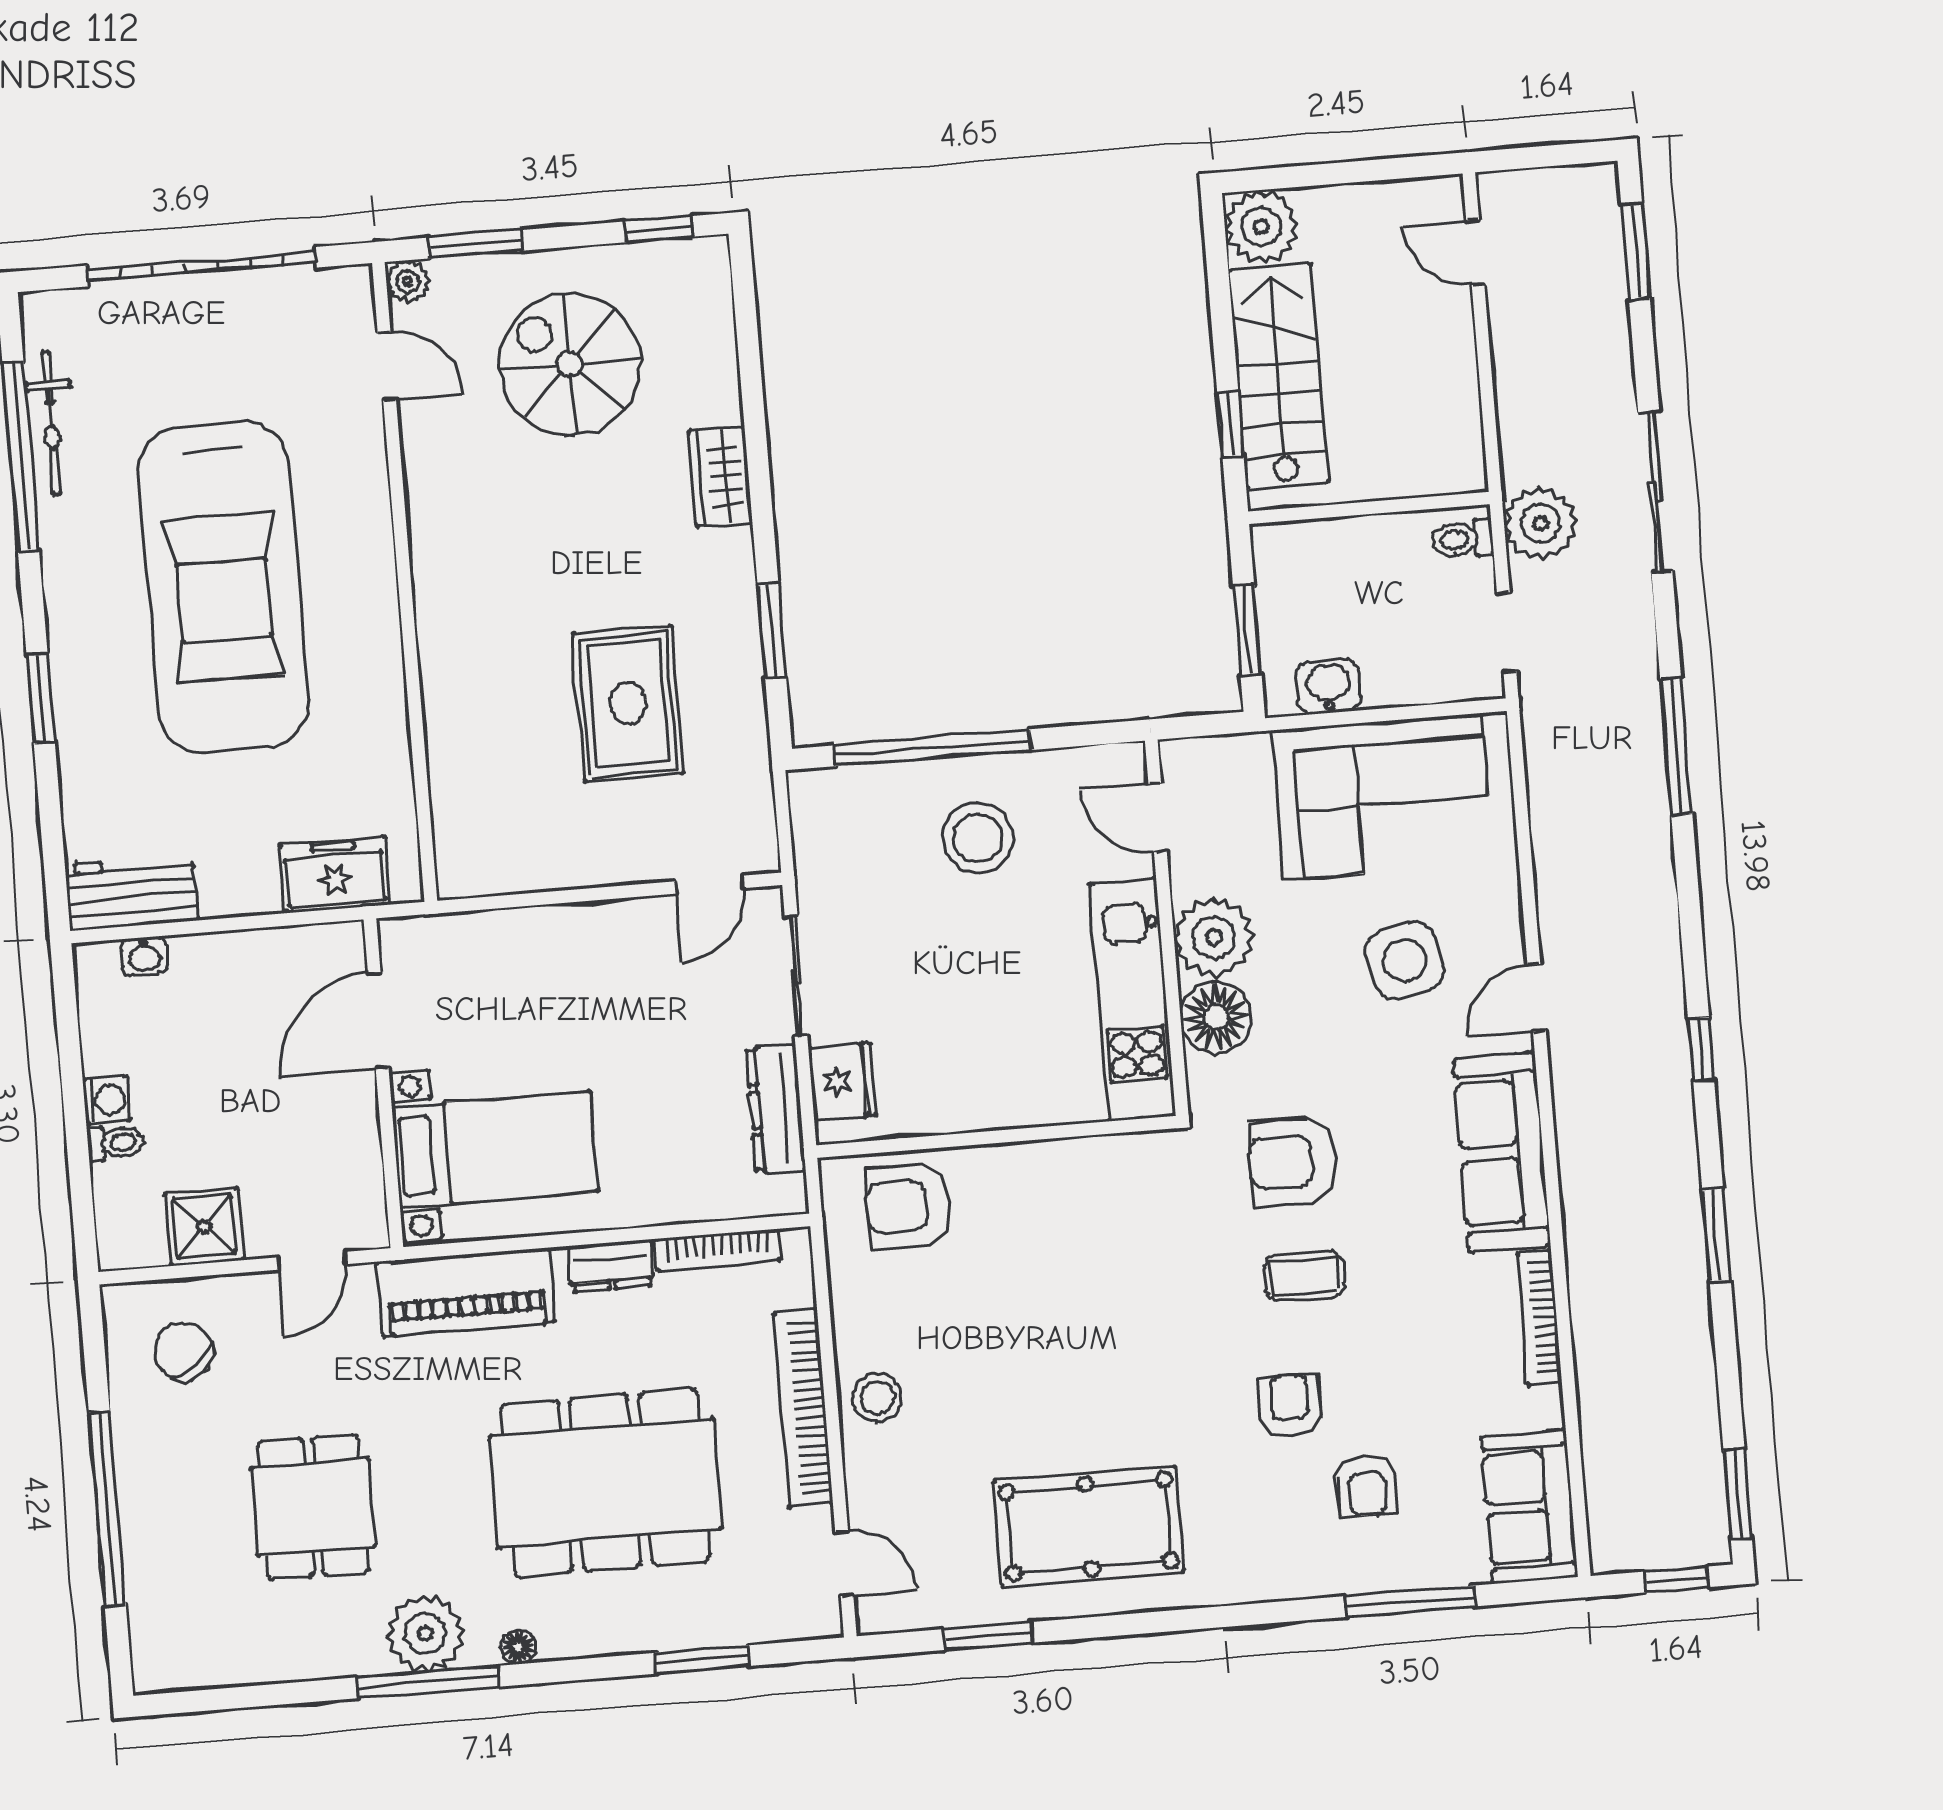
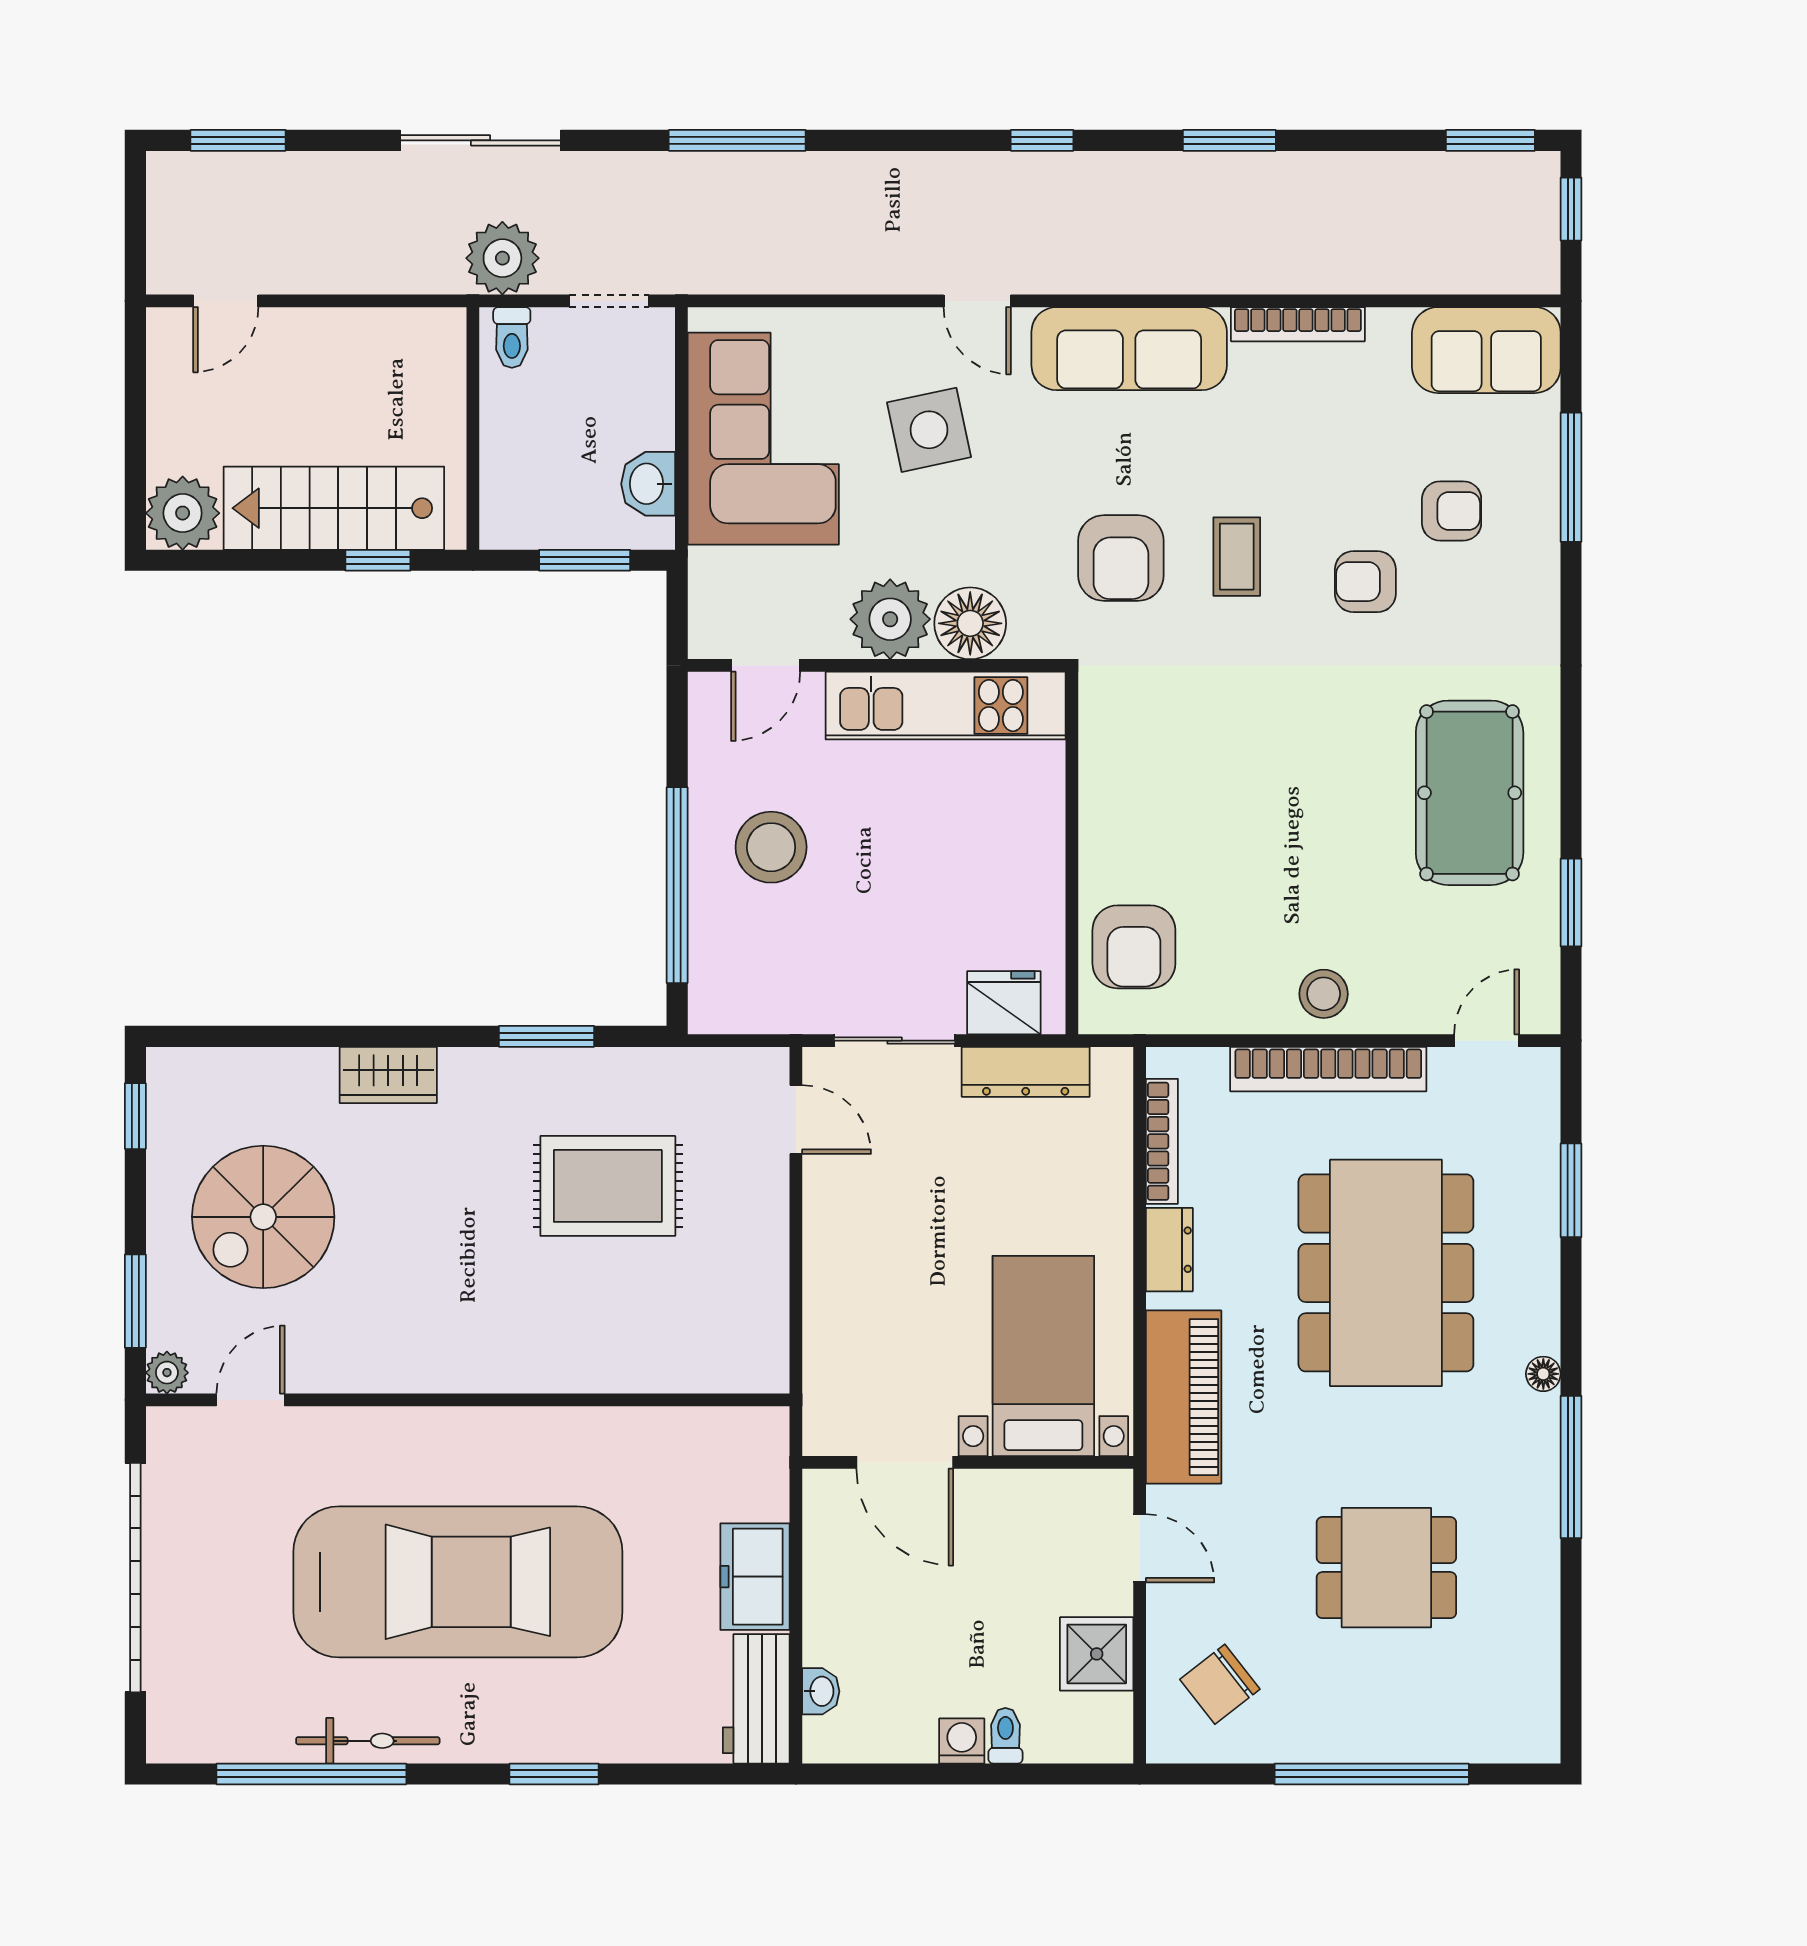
bicycle: (51, 423) -> (368, 1741), moved
freezer: (335, 875) -> (755, 1577), moved
plant: (425, 1634) -> (1522, 1466), removed

